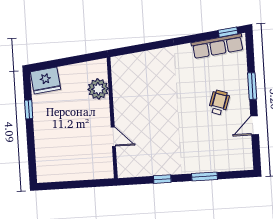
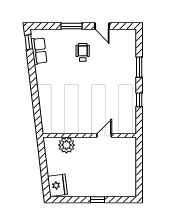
row of seats: (218, 46) -> (39, 51), width x0.68
wheelchair: (219, 103) -> (83, 52), turned 72
window: (29, 109) -> (98, 200), moved

